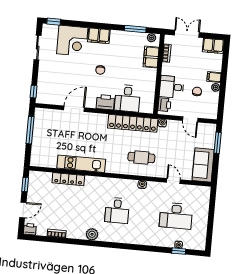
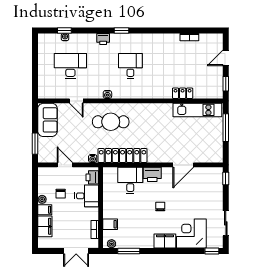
filing cabinet: (213, 46) -> (45, 226), moved, turned 90
filing cabinet: (151, 57) -> (110, 224), width x0.50
window: (30, 130) -> (226, 128), moved
cafe table: (141, 157) -> (111, 122), width x1.37, depth x1.35
kitchen unit: (81, 164) -> (197, 110), moved
locker: (68, 179) -> (183, 93), width x0.66
printer: (30, 229) -> (103, 39), moved
plant: (92, 234) -> (154, 40), removed
window: (123, 246) -> (122, 31), added

